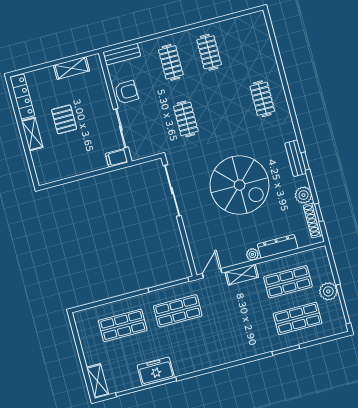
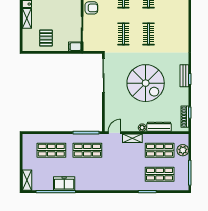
clothes rail: (262, 99) -> (148, 34), moved
pallet: (64, 119) -> (46, 38), moved
plant: (303, 195) -> (183, 100), removed
plant: (328, 291) -> (183, 150), moved

